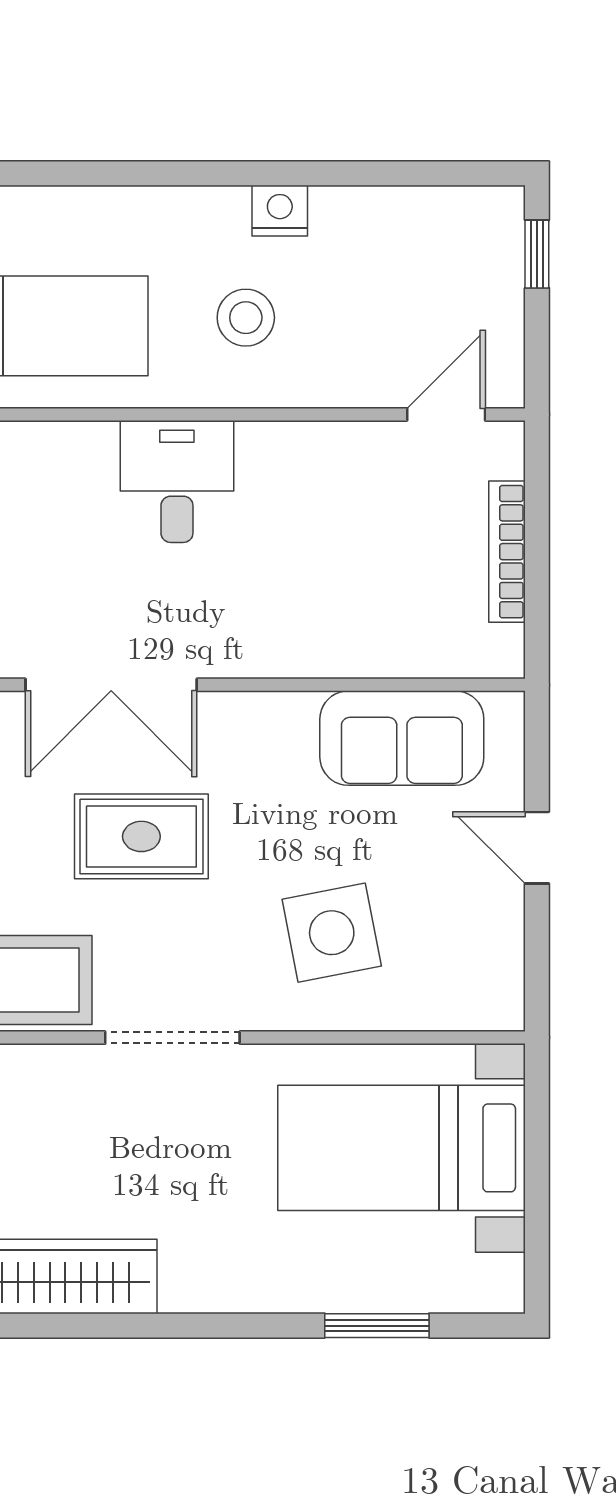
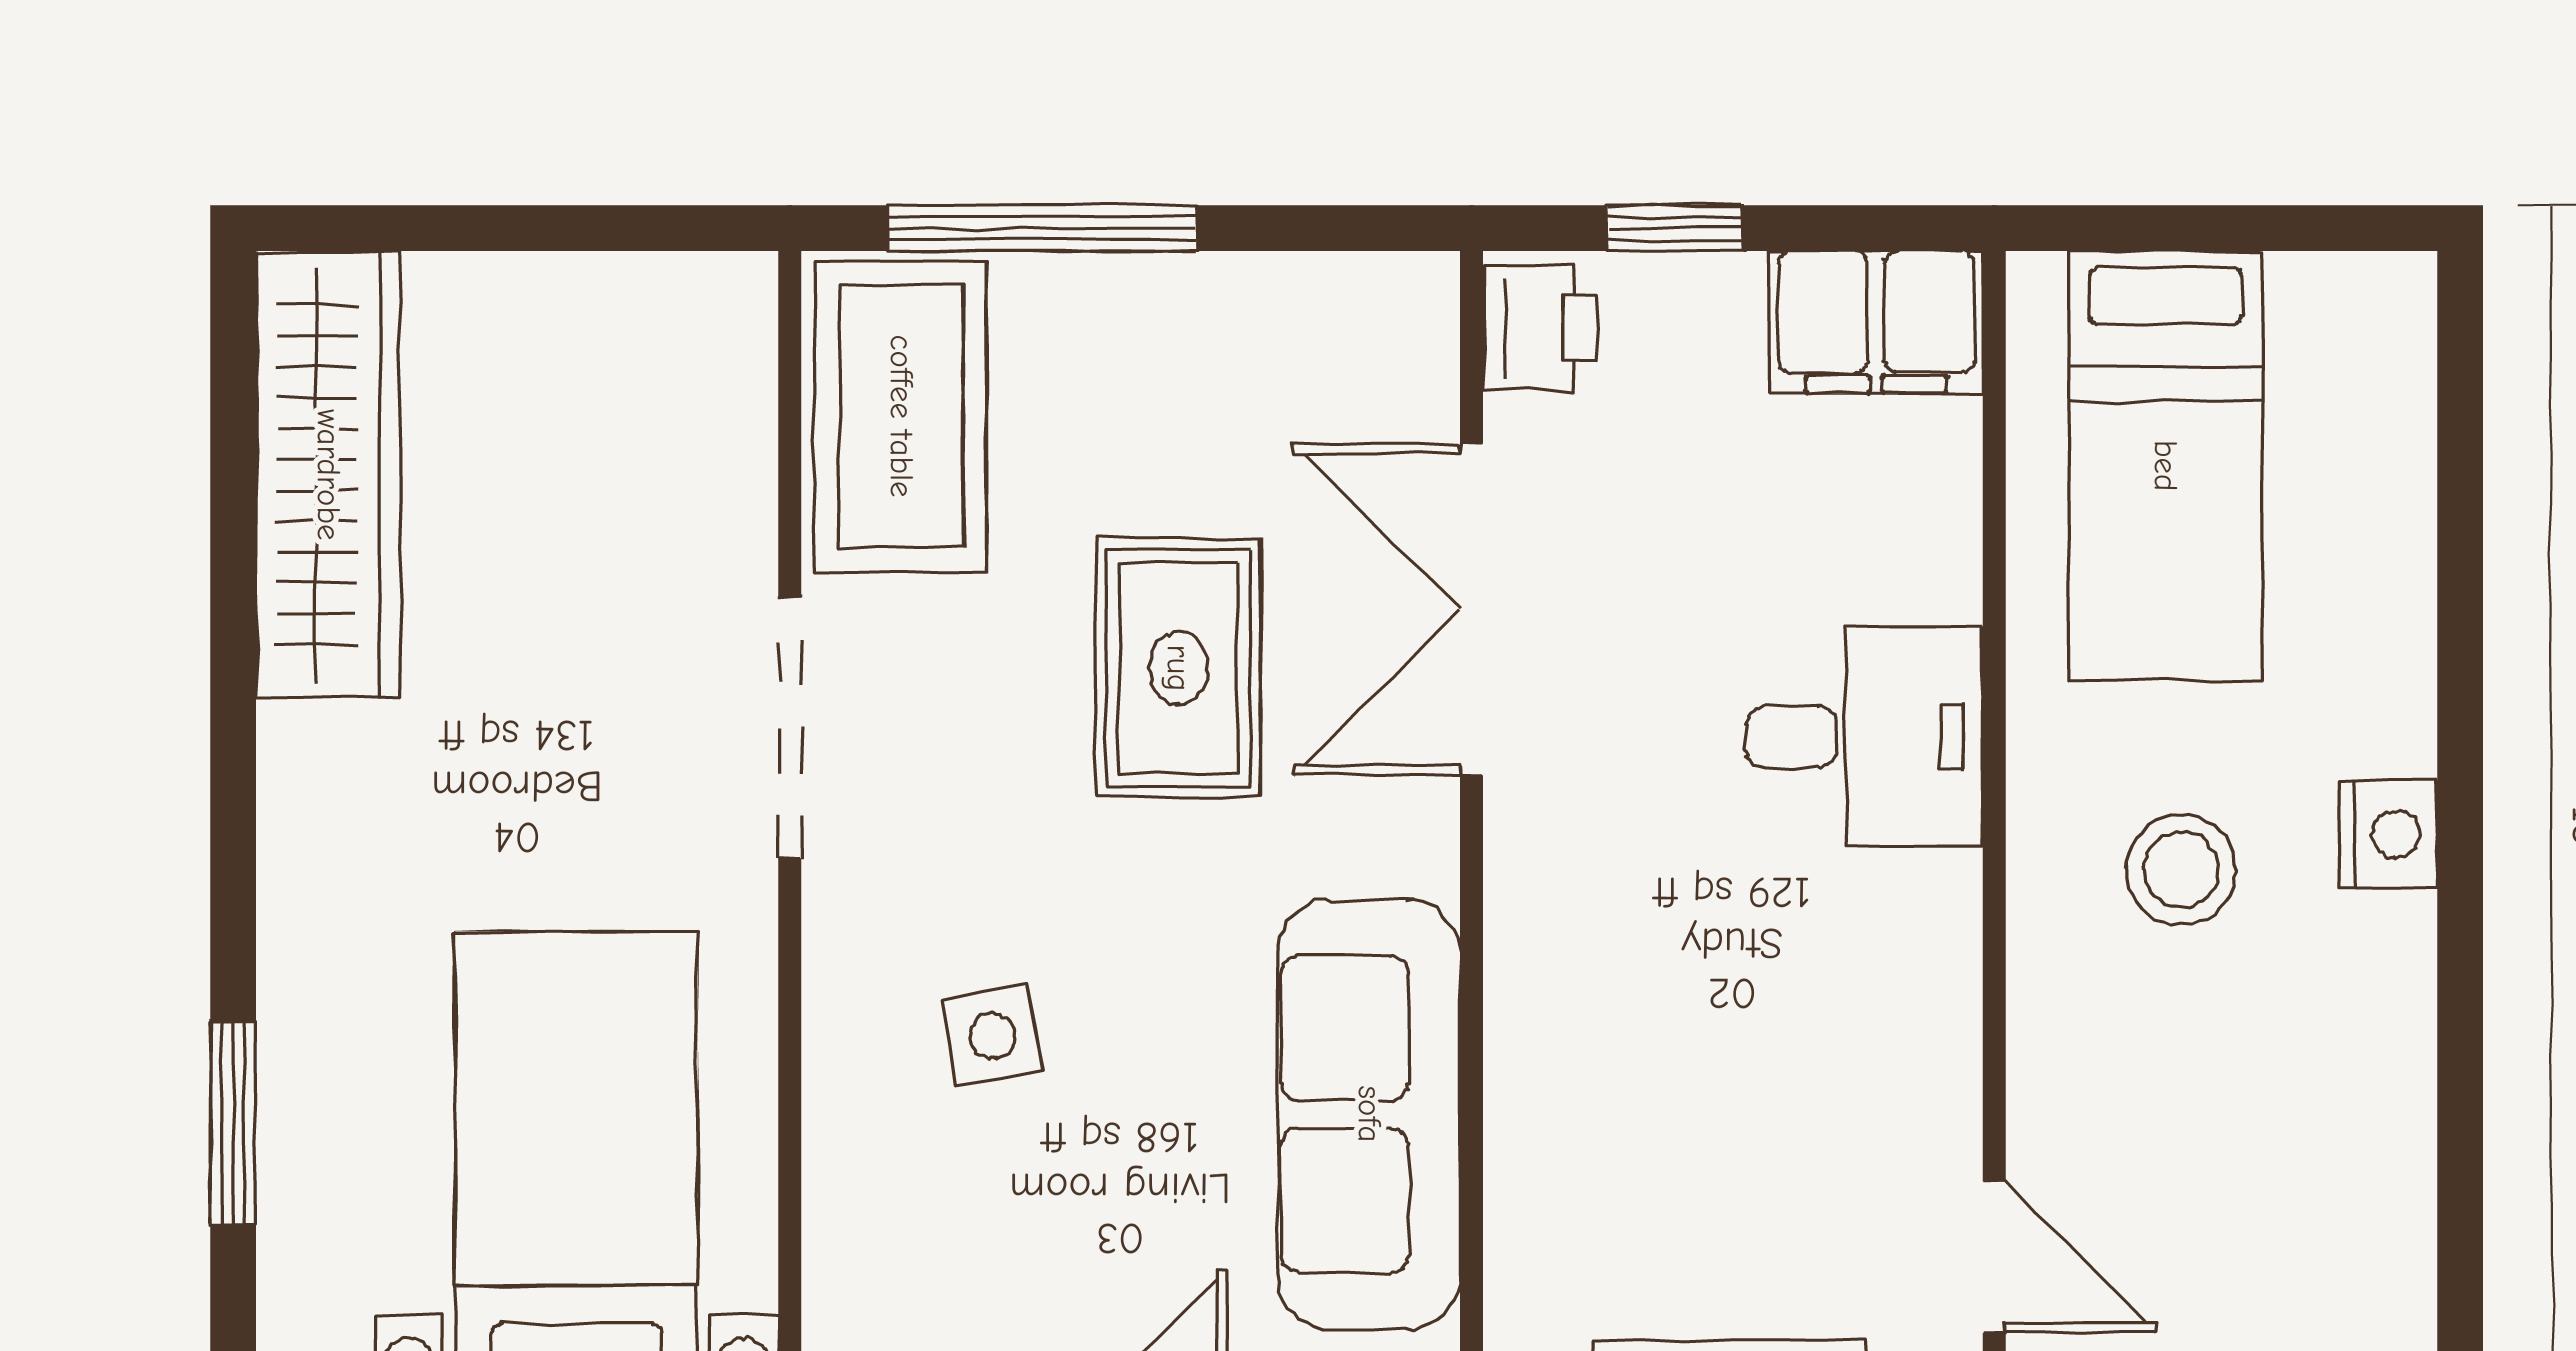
nightstand: (280, 211) -> (2388, 834), moved
sofa: (402, 738) -> (1369, 1114), width x1.36
side table: (332, 933) -> (992, 1036), width x0.54, depth x0.54

